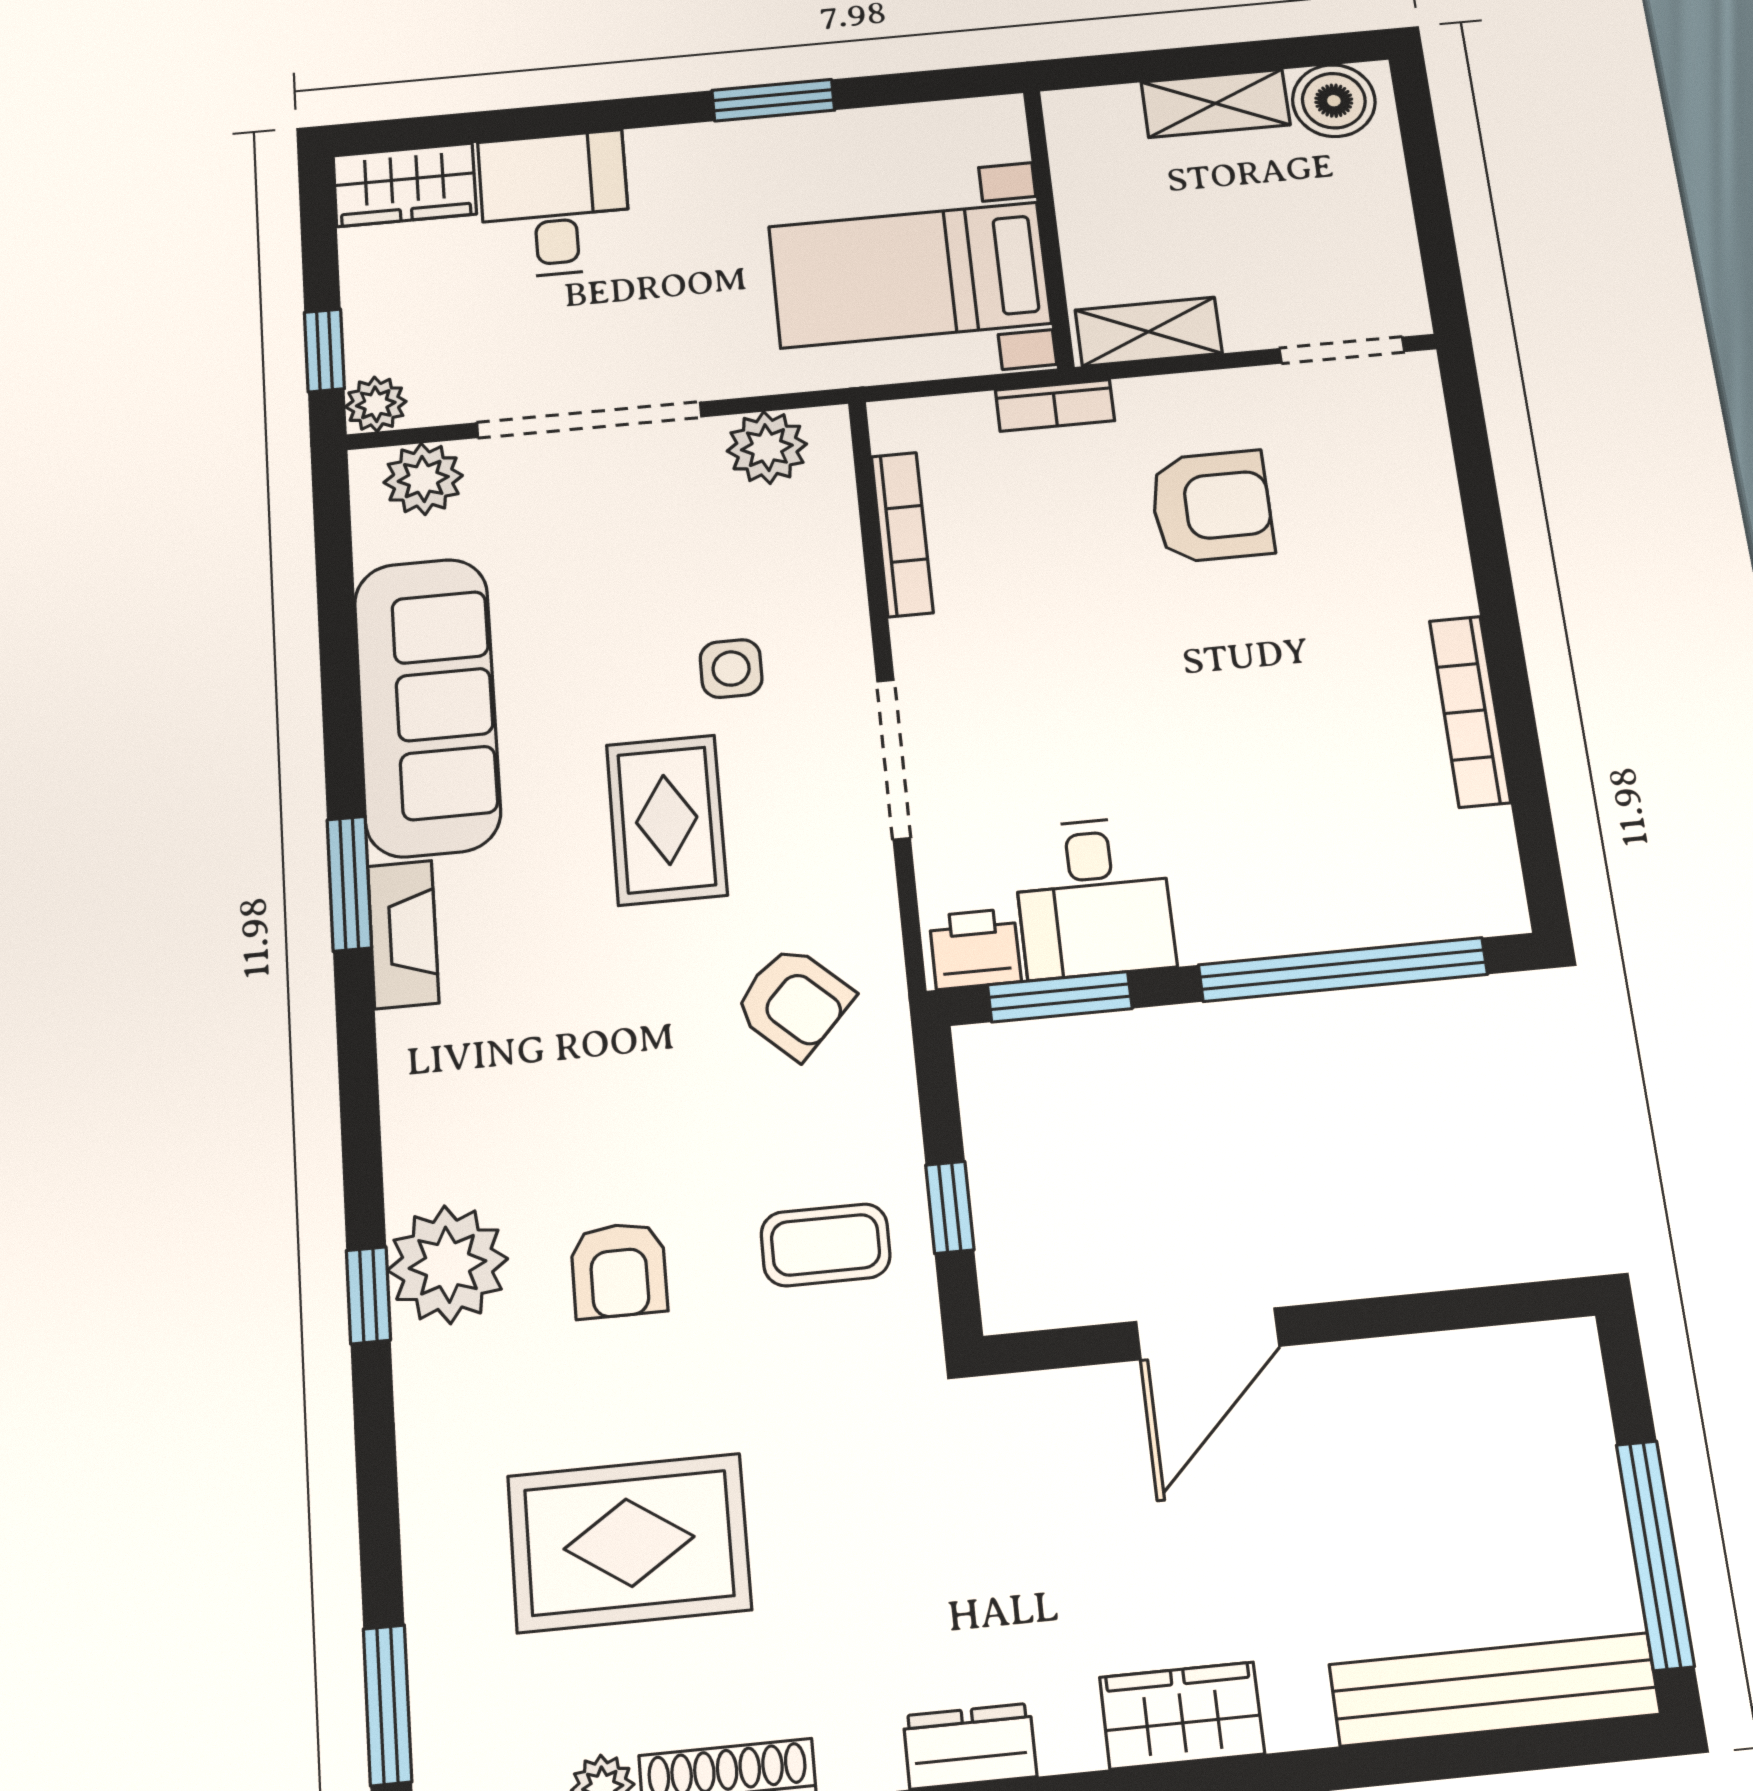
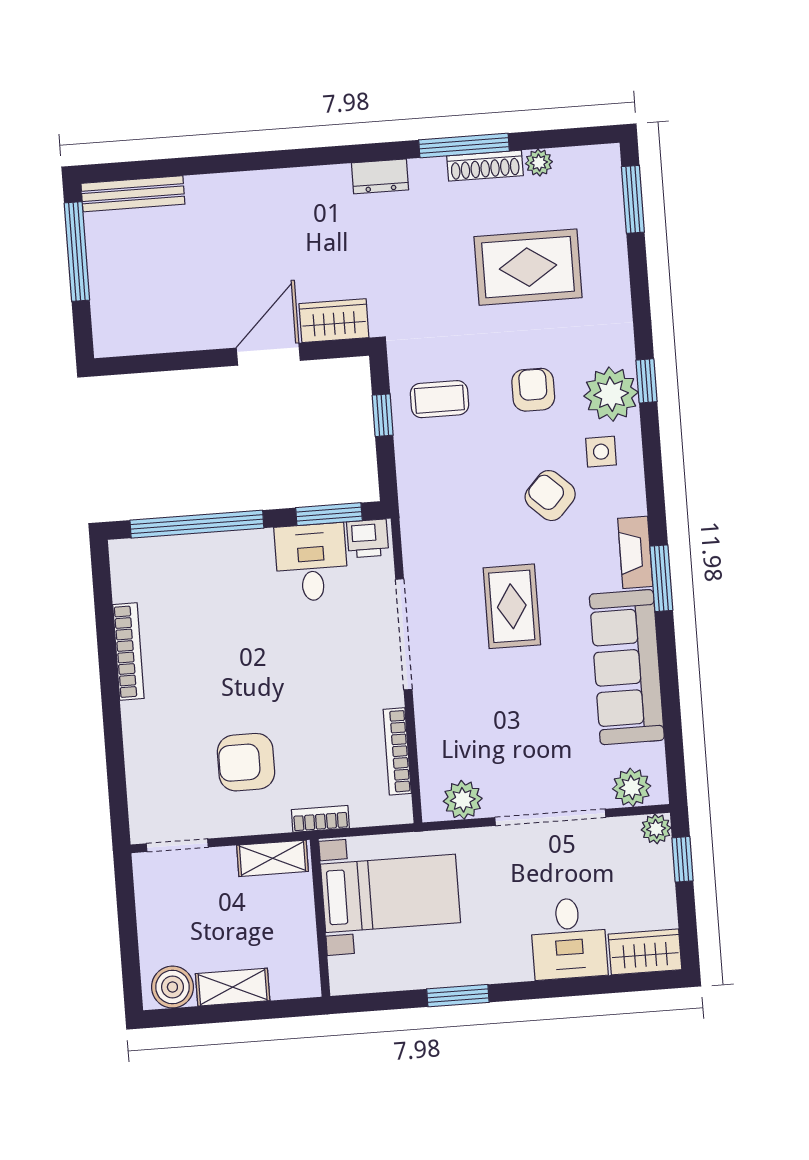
side table: (731, 669) -> (601, 452), moved
doorway: (893, 759) -> (404, 634), width x1.36
armchair: (794, 1002) -> (550, 496), moved
bench: (1494, 1689) -> (133, 194), width x0.73, depth x0.82
wardrobe: (1182, 1715) -> (334, 321), moved, turned 180

